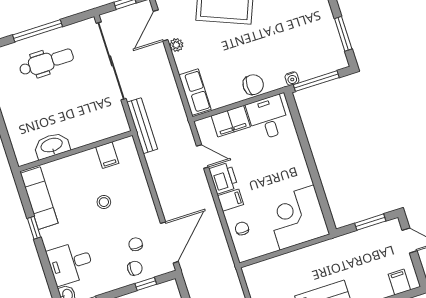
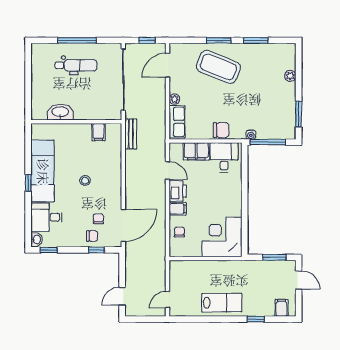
plant: (176, 45) -> (174, 99), moved
bench: (142, 126) -> (131, 134), width x0.73
washbasin: (52, 146) -> (60, 112), moved
wall: (76, 151) -> (76, 122), moved
filing cabinet: (107, 155) -> (99, 132), moved
exam couch: (39, 198) -> (43, 171), width x1.36, depth x1.45

